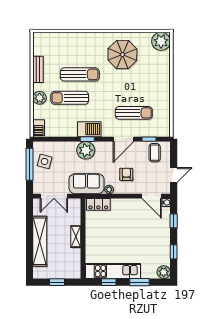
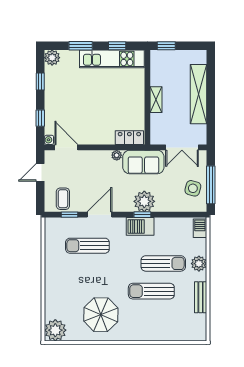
armchair: (126, 174) -> (96, 173), removed
double door: (54, 196) -> (182, 147), swing flipped
window: (57, 282) -> (166, 46), moved

